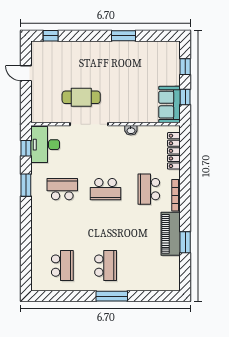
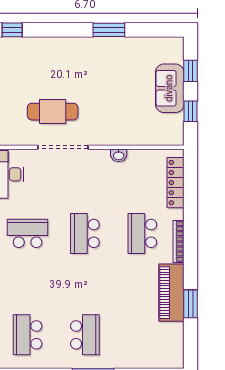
sofa: (169, 105) -> (170, 88), moved
school desk: (106, 189) -> (85, 233), turned 90
school desk: (62, 266) -> (28, 335), turned 180

